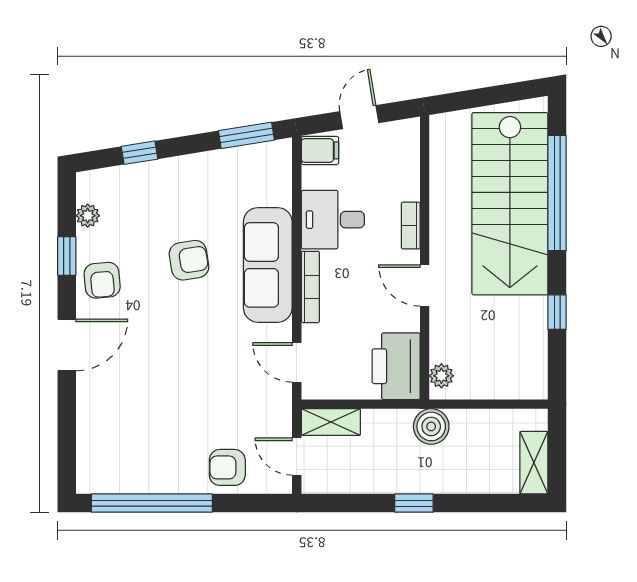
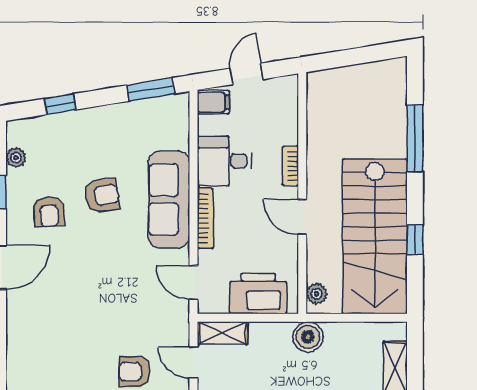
window: (557, 193) -> (415, 138), width x0.68
stairs: (510, 204) -> (375, 236), moved
armchair: (102, 280) -> (49, 212), moved
printer: (396, 366) -> (258, 294), moved, turned 90

